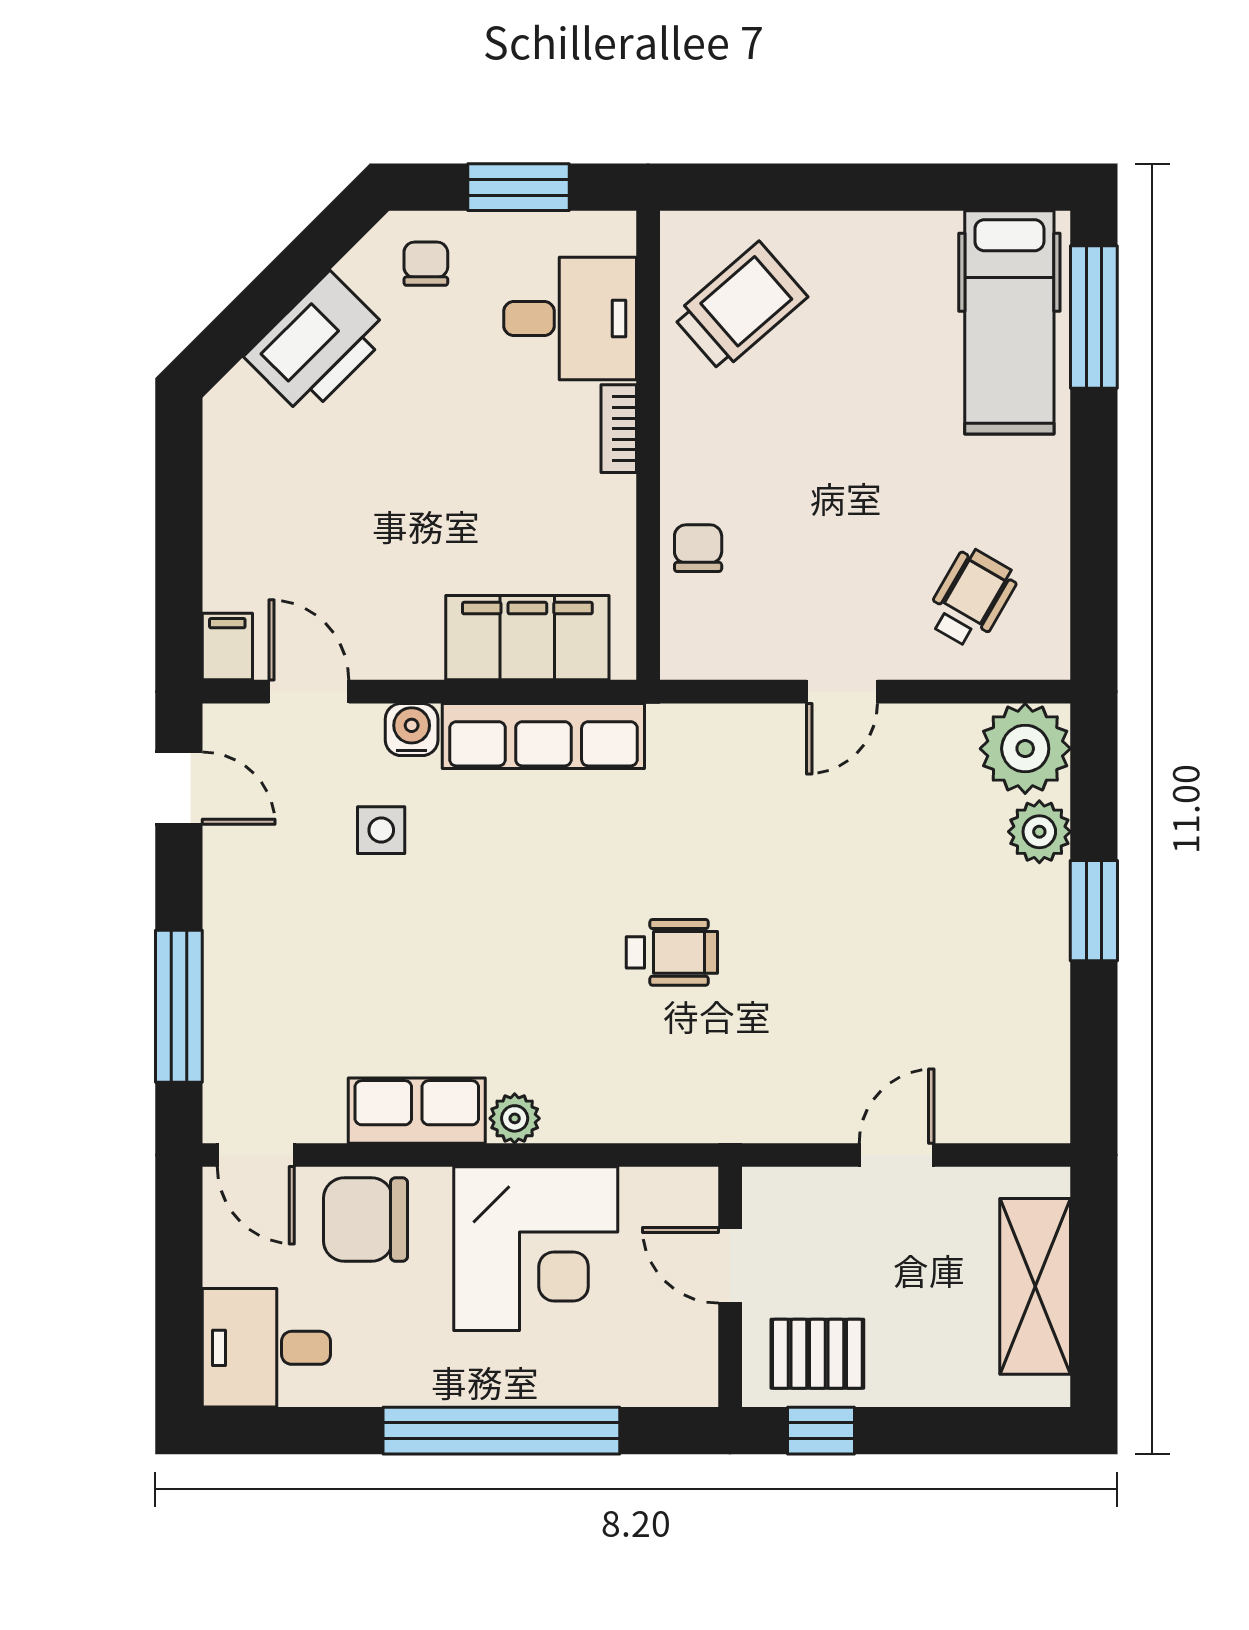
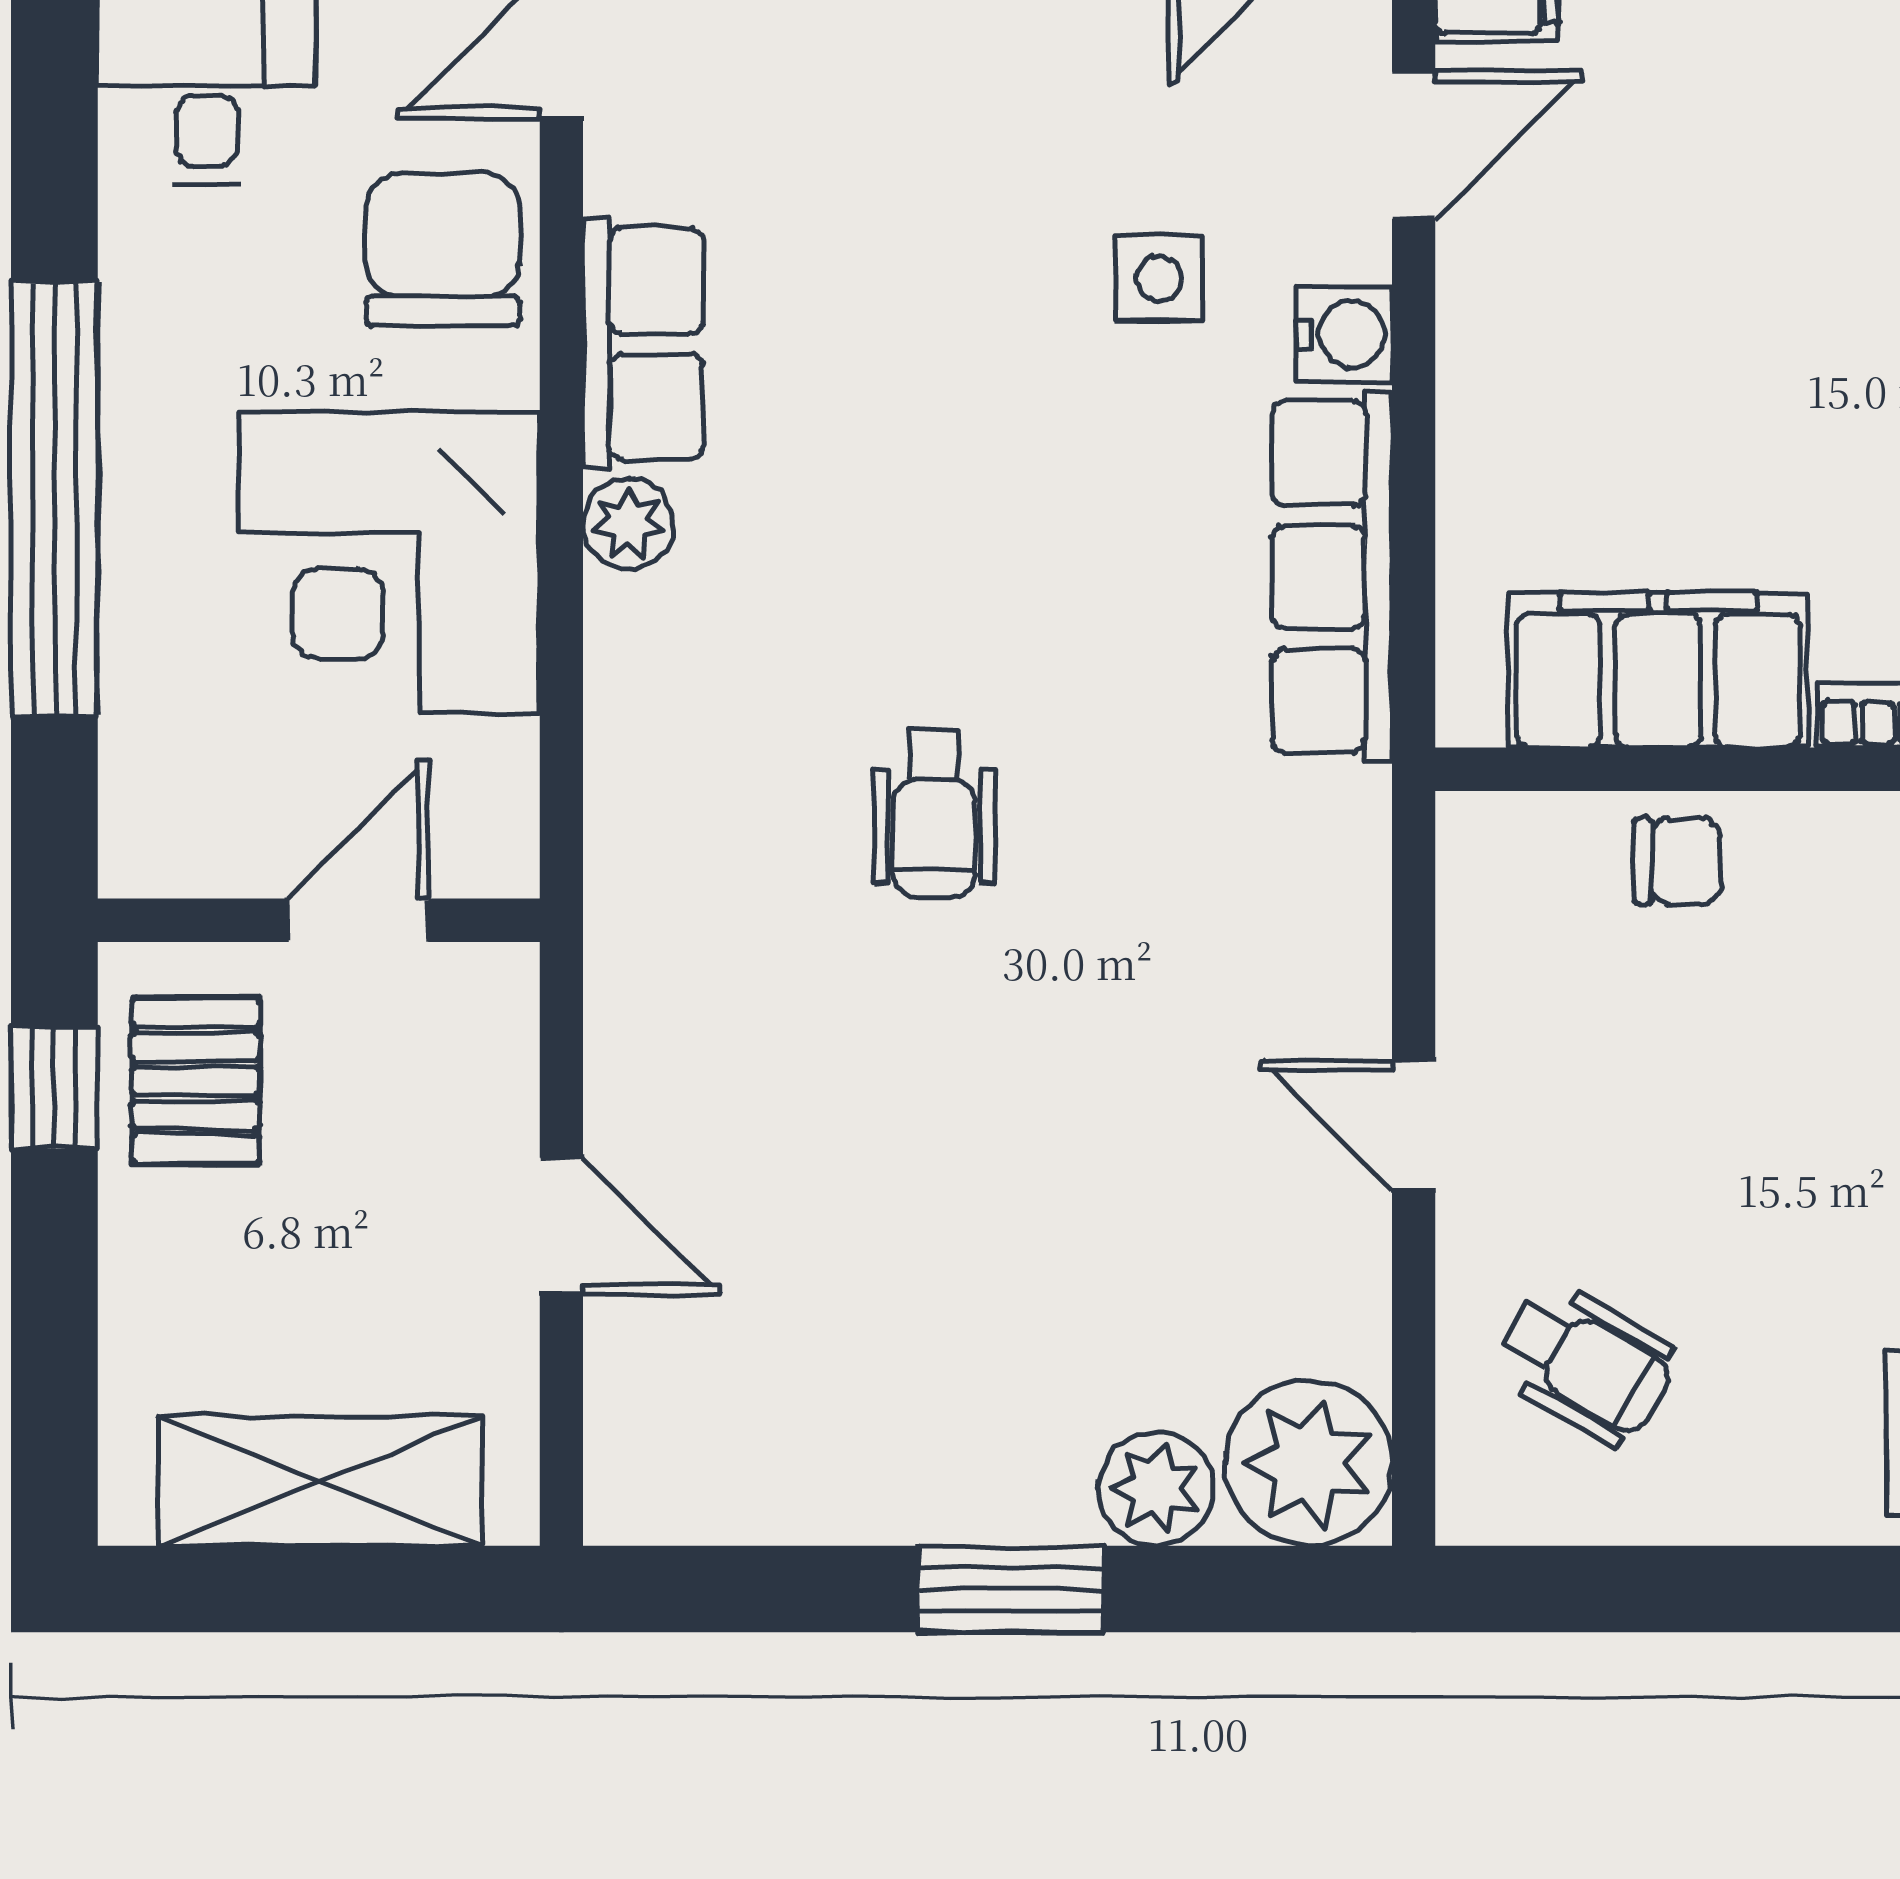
filing cabinet: (527, 638) -> (1658, 670), moved, turned -90

